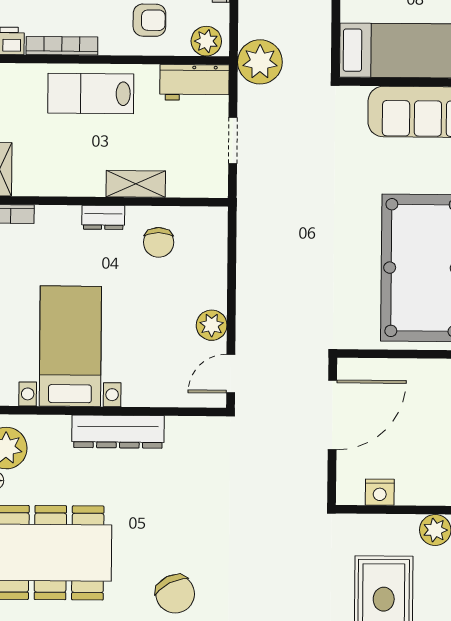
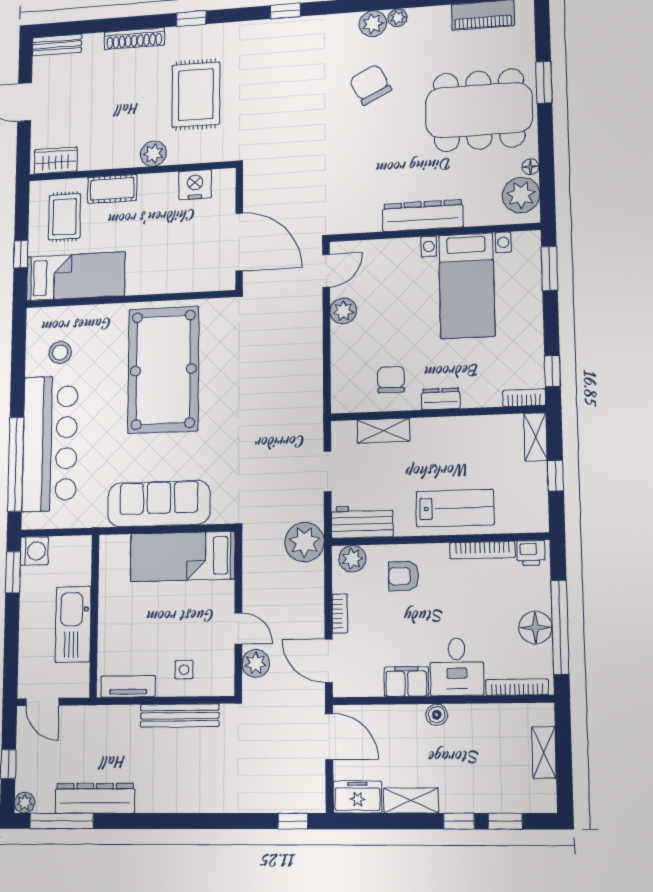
shelving: (136, 184) -> (383, 431), moved
door: (332, 415) -> (239, 242), swing flipped
nightstand: (380, 492) -> (195, 185), width x1.36, depth x1.33

